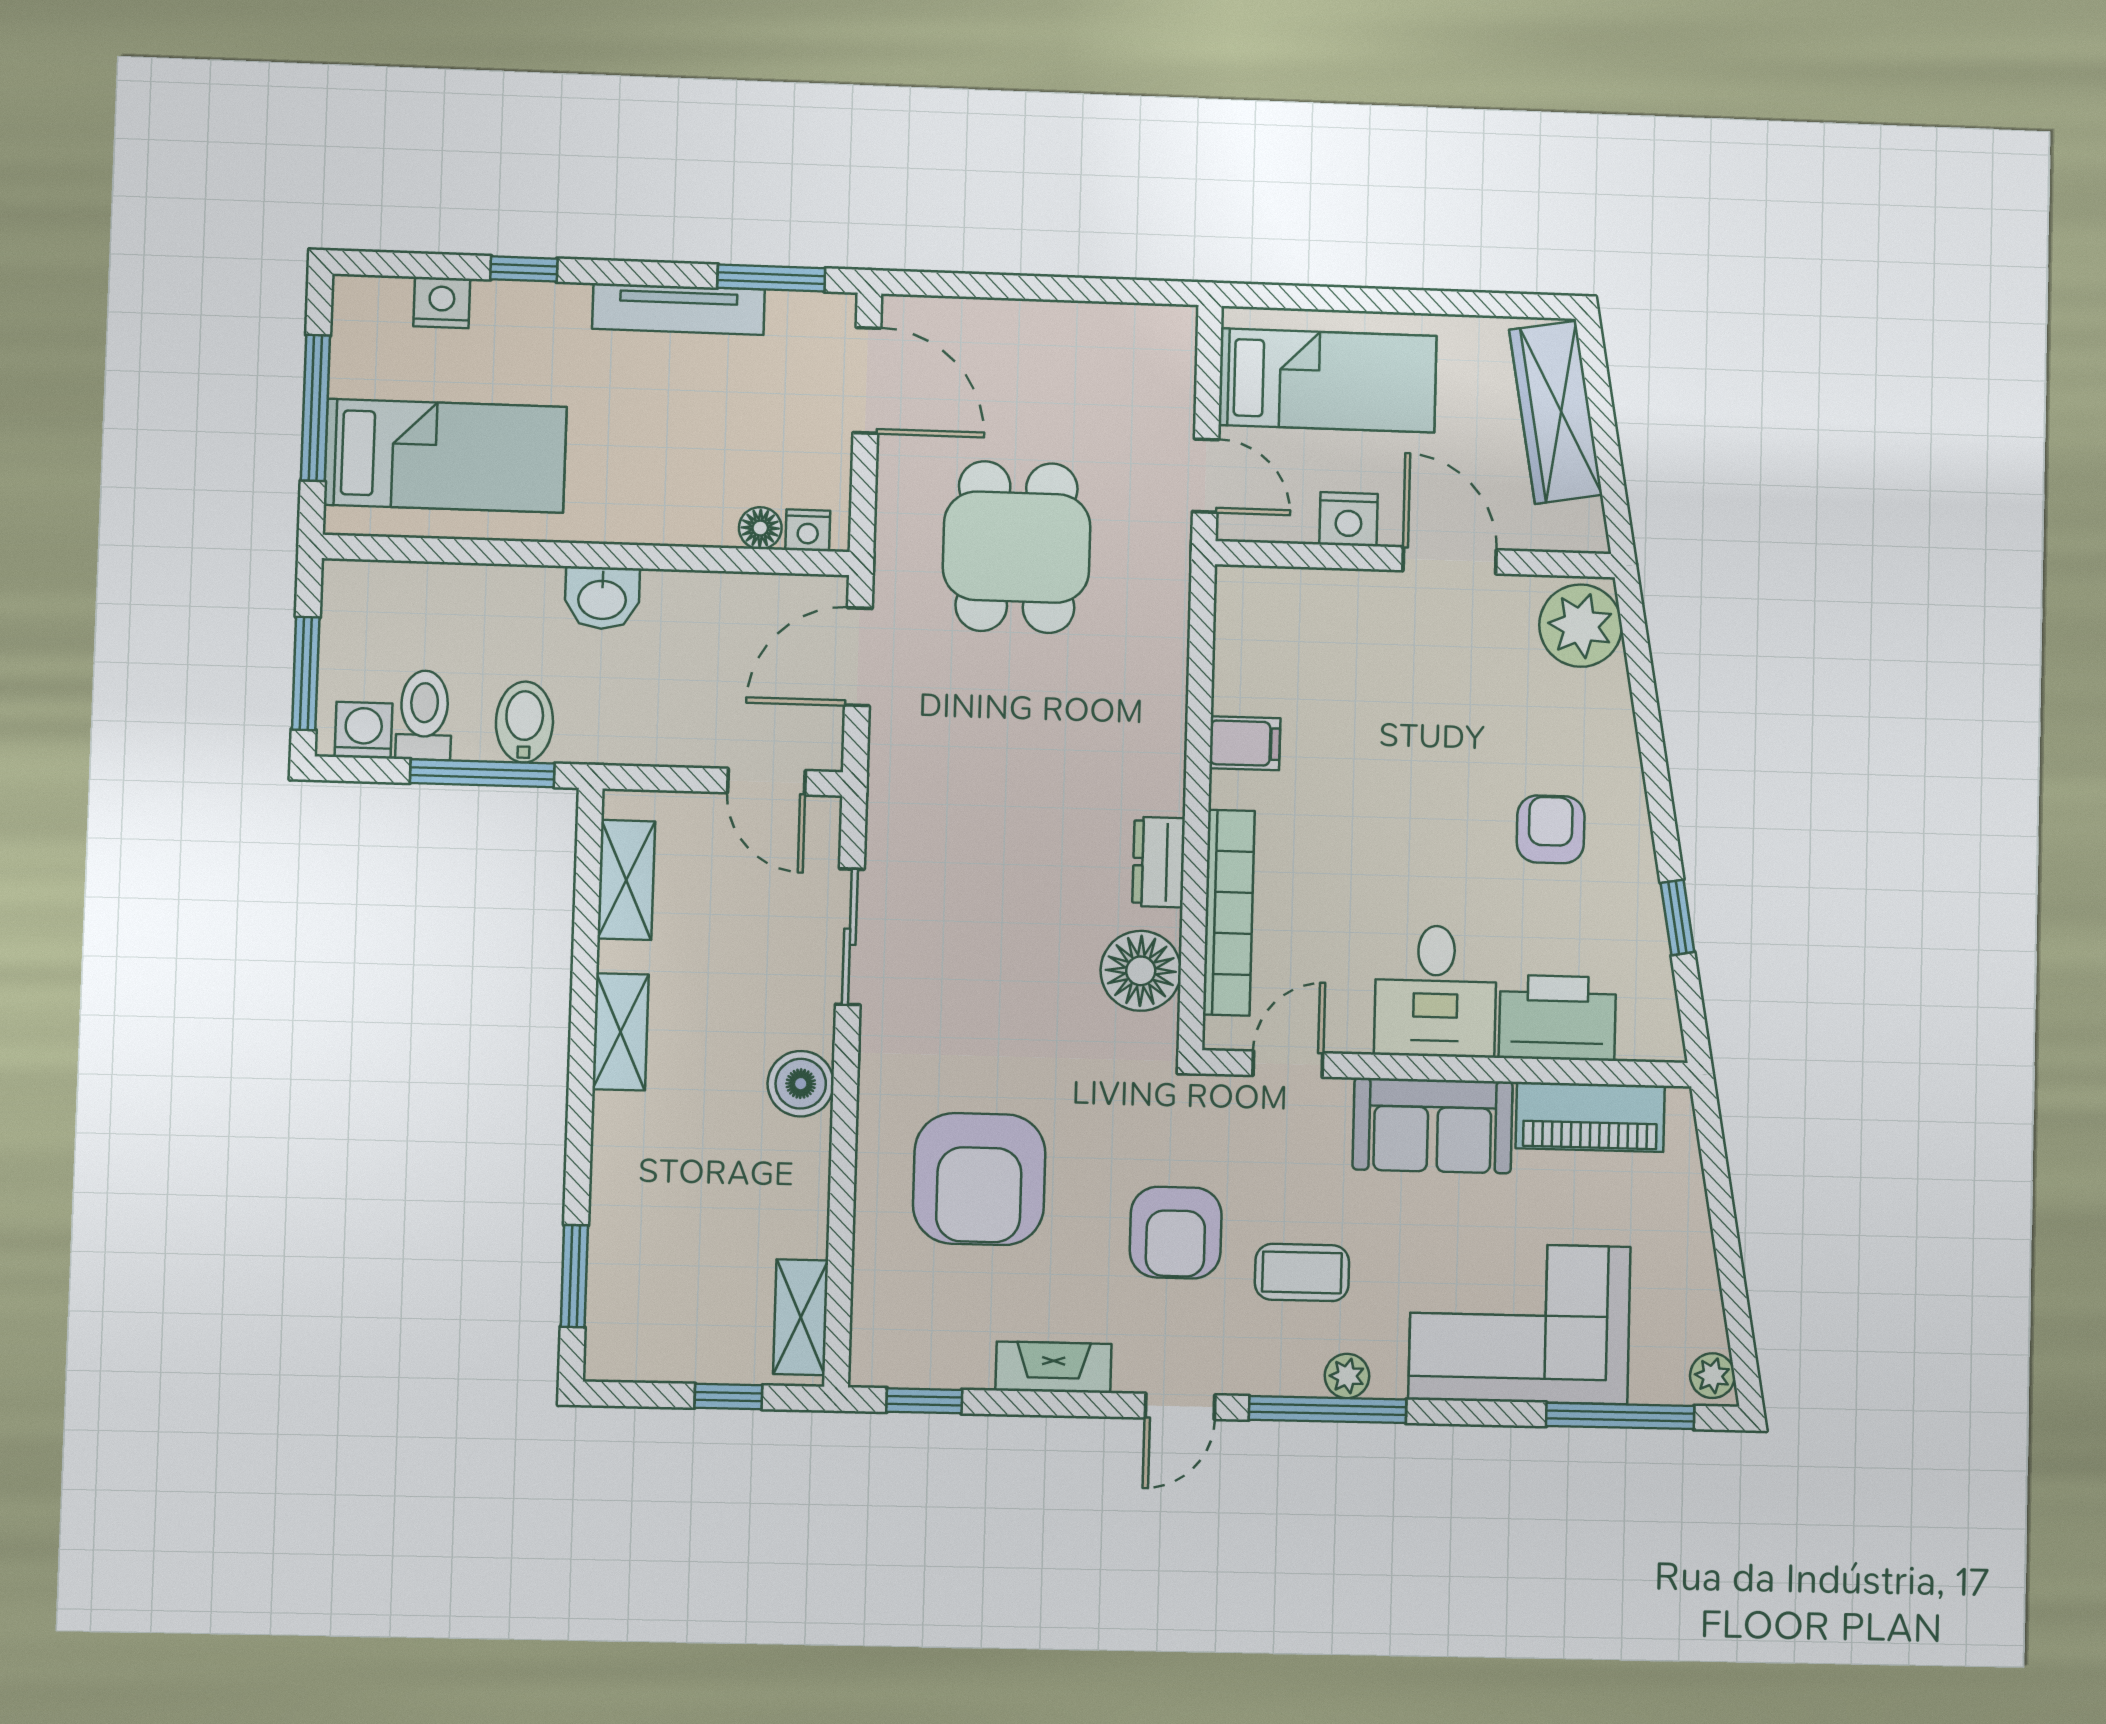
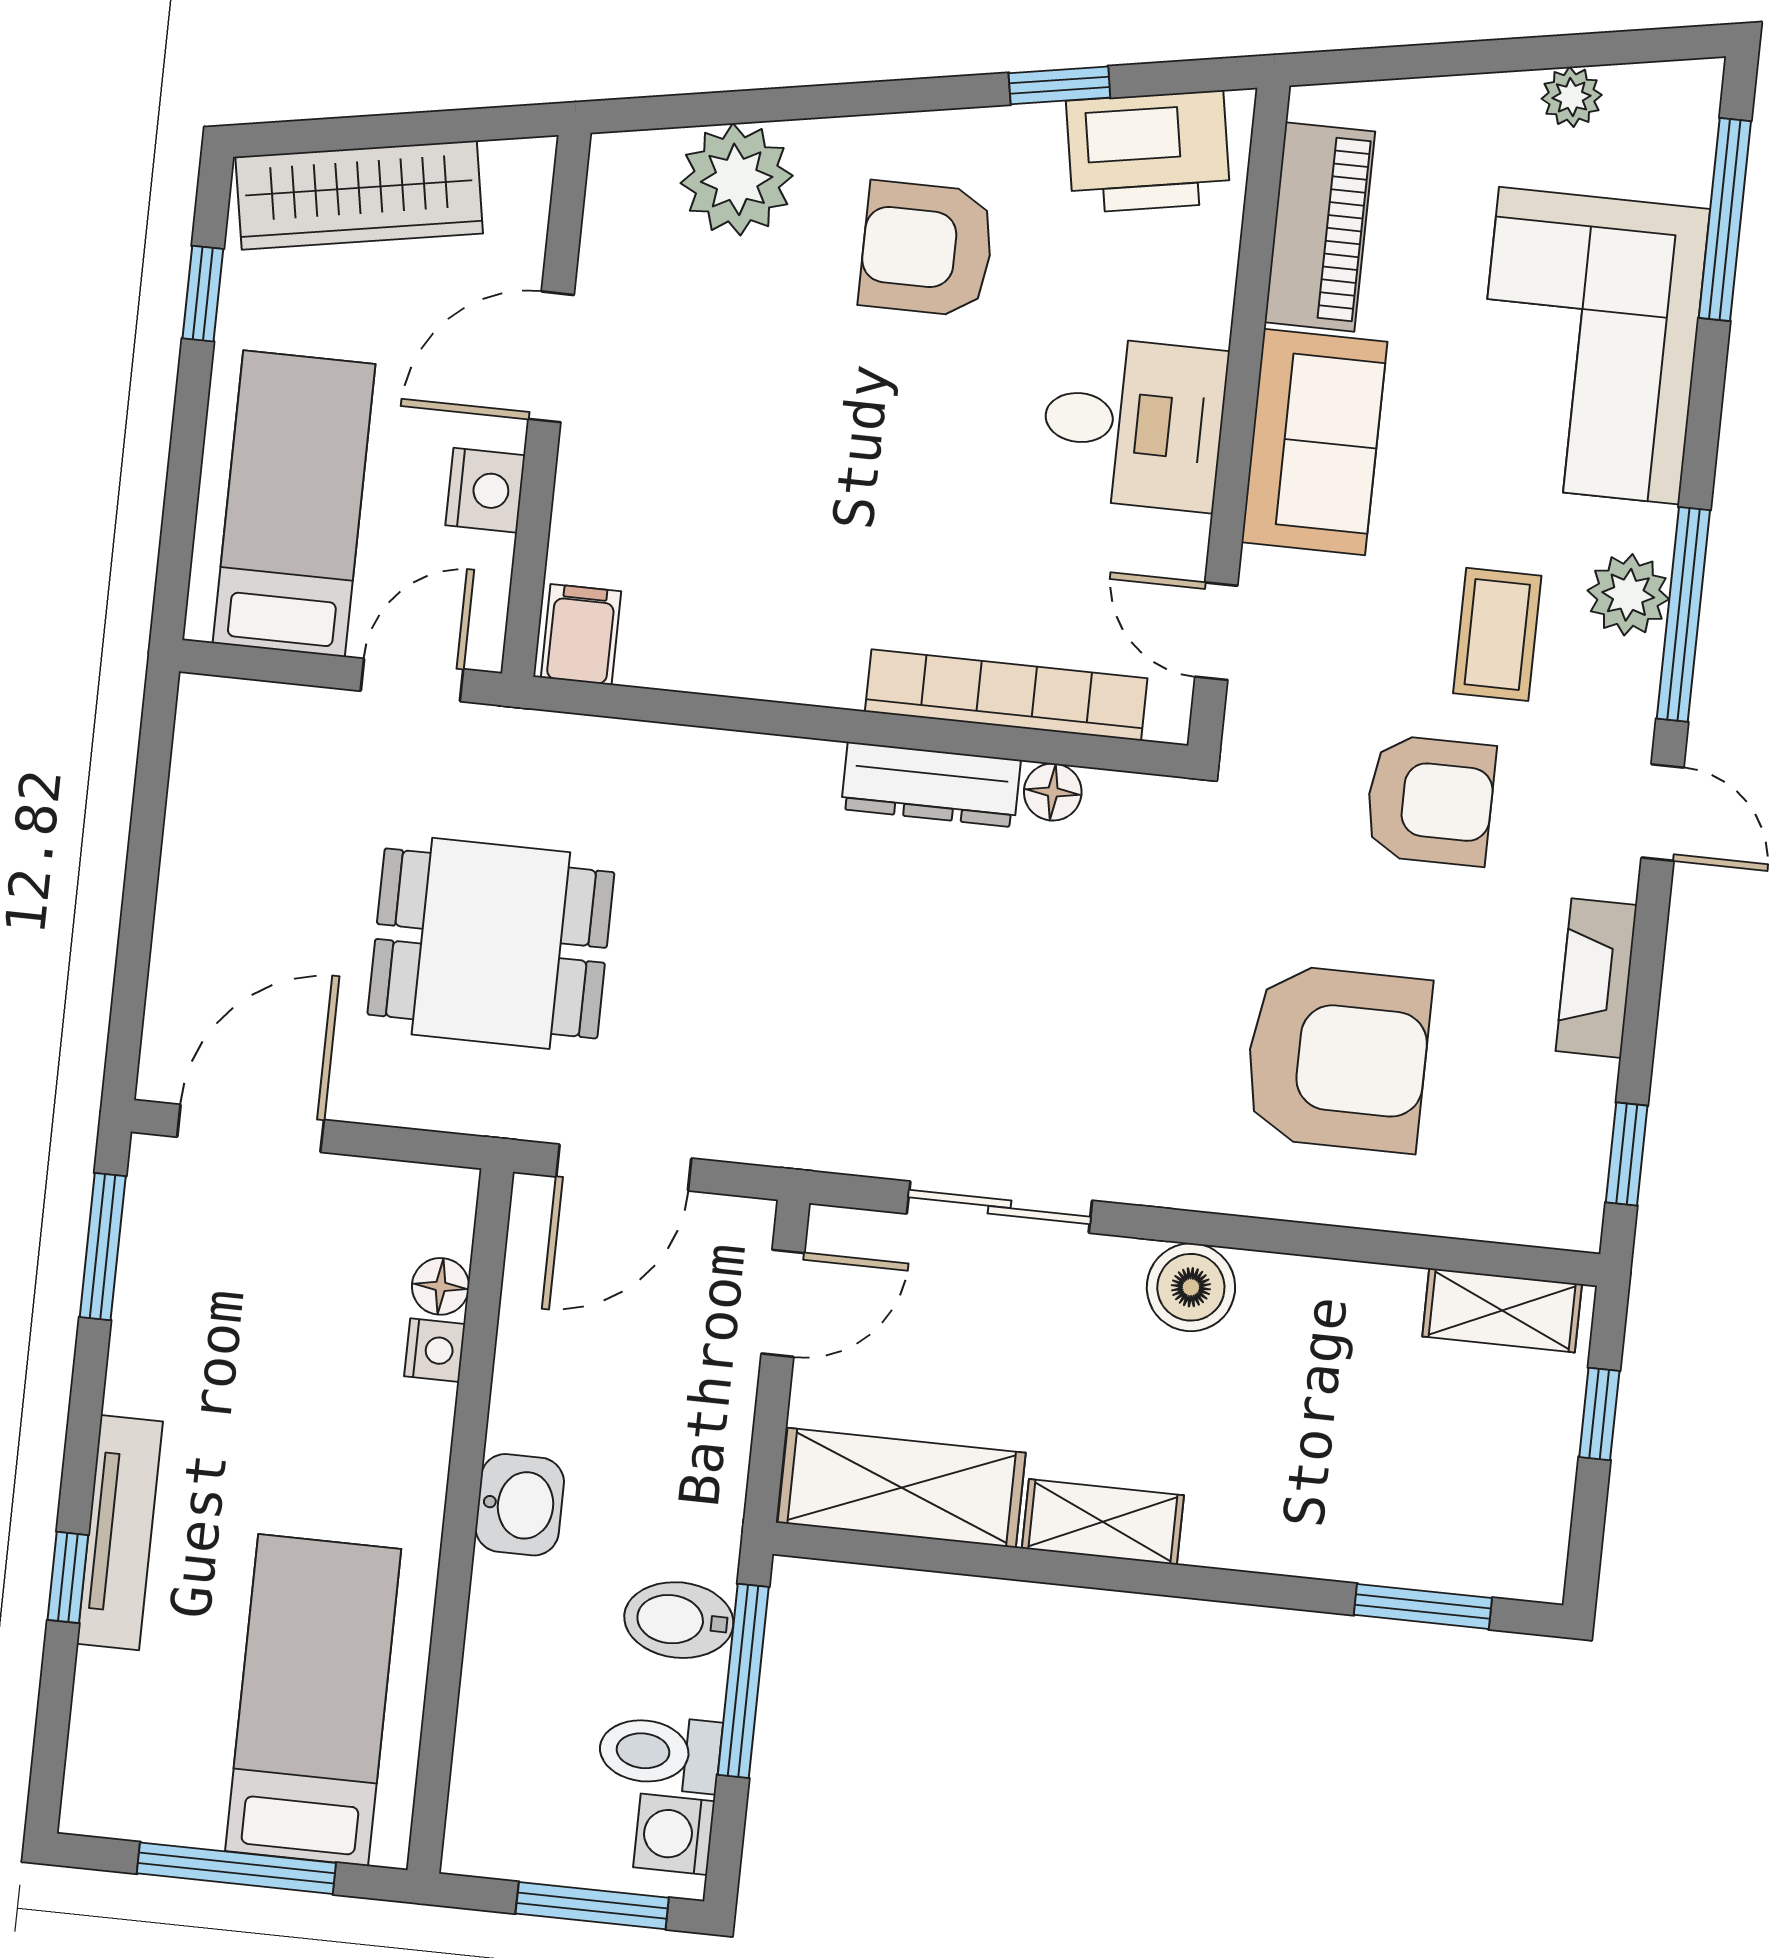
nightstand: (442, 303) -> (106, 1690), removed
window: (1475, 304) -> (203, 294), added
tv unit: (678, 309) -> (120, 1533), moved
nightstand: (808, 530) -> (435, 1350), moved
plant: (1581, 626) -> (737, 179), moved
door: (858, 657) -> (624, 1168), hinge flipped
filing cabinet: (1245, 743) -> (581, 634), moved
armchair: (1551, 829) -> (927, 249), width x1.38, depth x1.38
dresser: (1159, 862) -> (931, 785), width x1.44
shelving: (626, 880) -> (902, 1488), width x1.50, depth x1.33
floor lamp: (1141, 971) -> (1053, 792), width x0.53, depth x0.53
printer: (1557, 1018) -> (1148, 152), moved, turned -100
plant: (1347, 1376) -> (1628, 595), width x1.38, depth x1.38
plant: (1712, 1376) -> (1572, 97), moved

